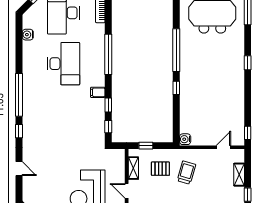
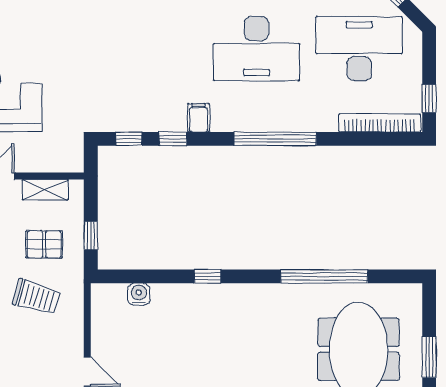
window: (176, 50) -> (324, 276), moved
water cooler: (185, 139) -> (139, 294), moved
window: (146, 146) -> (91, 236), moved
pallet: (160, 169) -> (44, 244), turned 90

